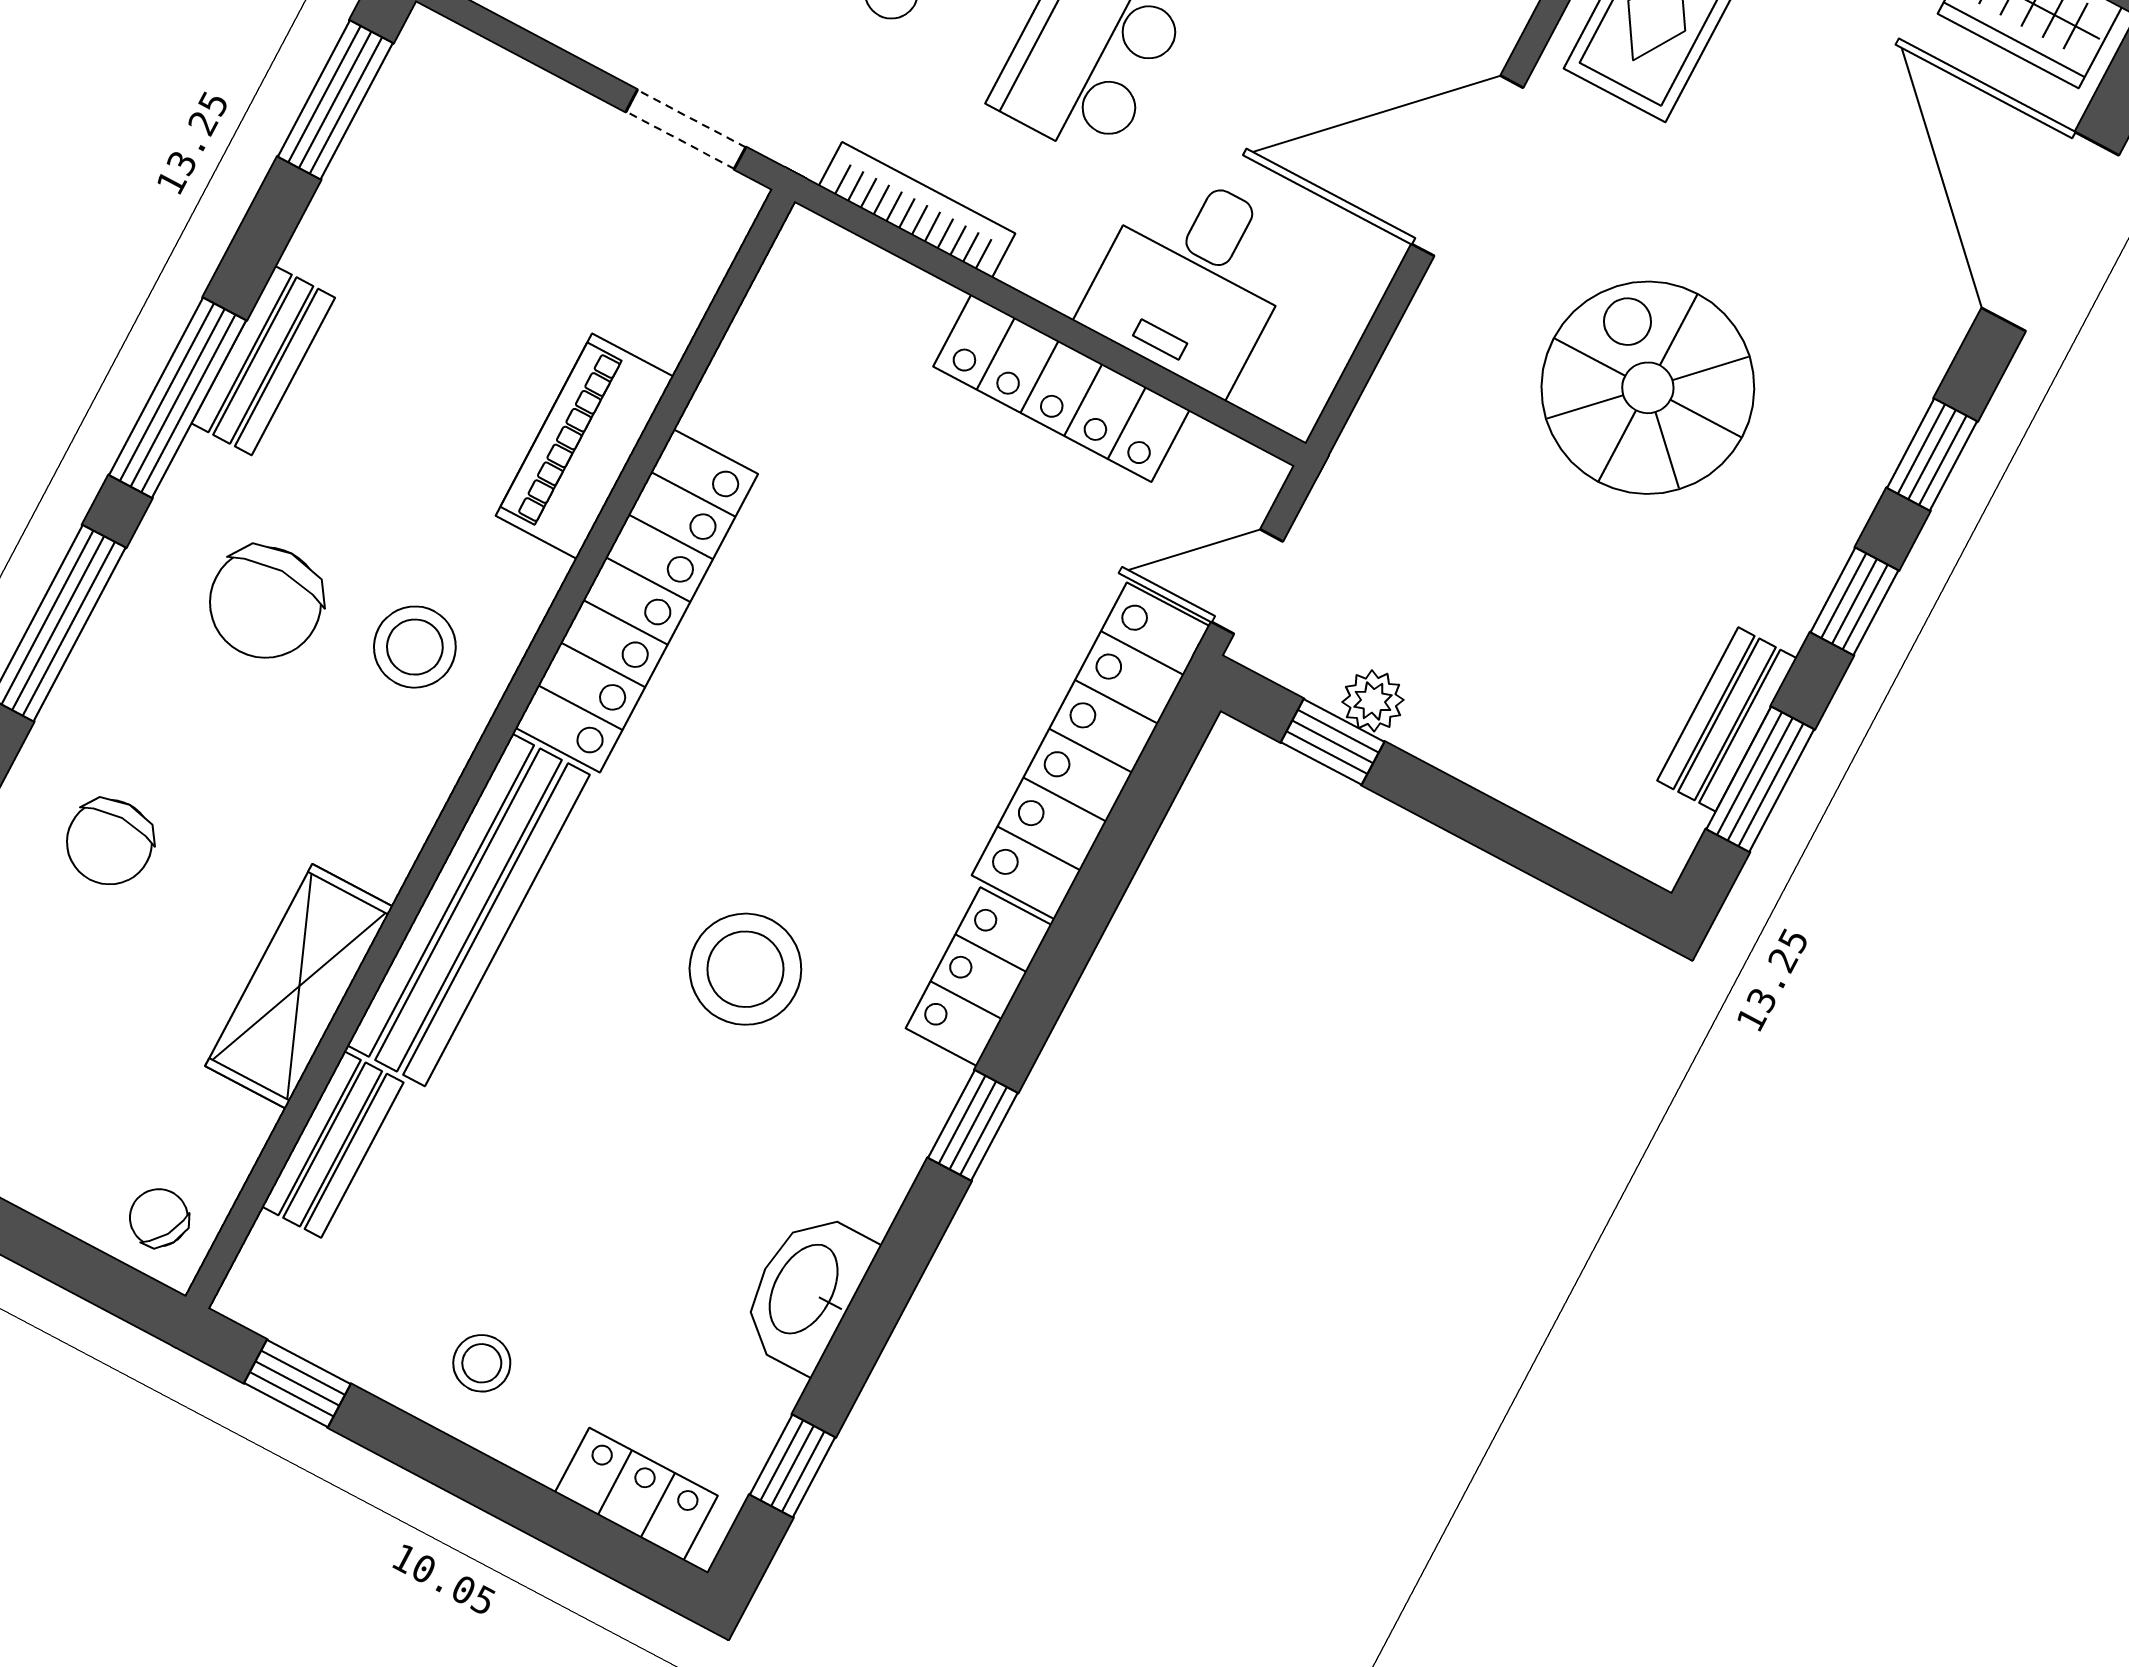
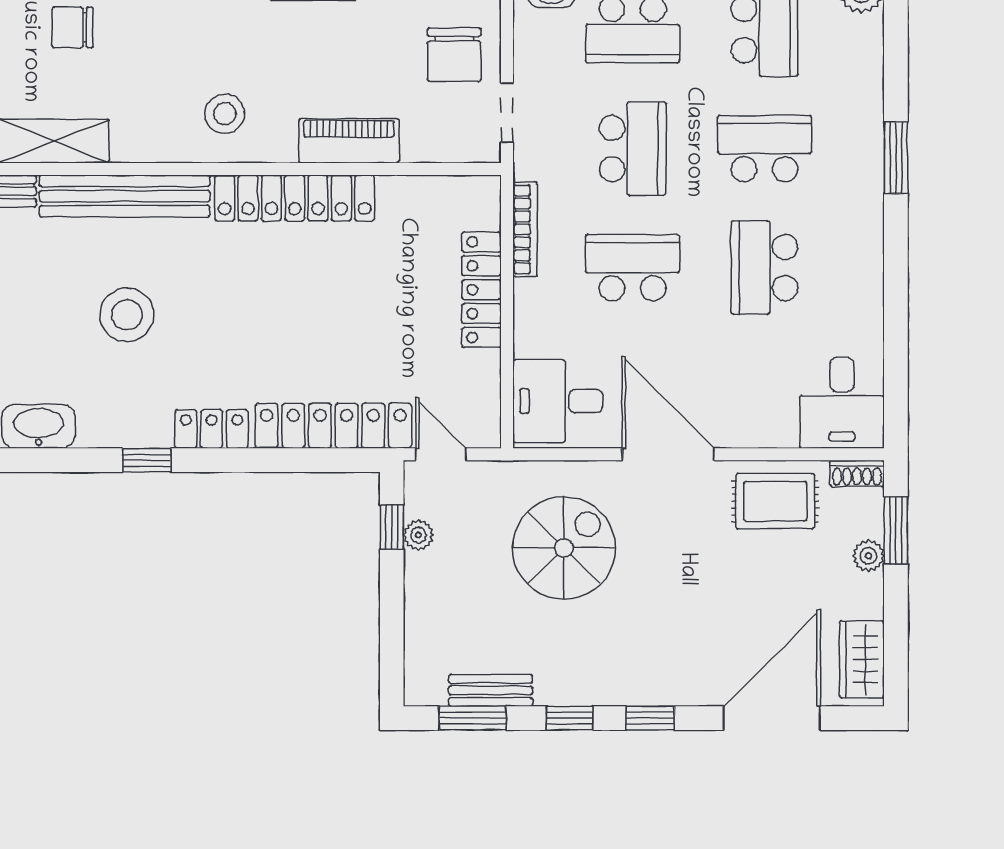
desk: (1192, 279) -> (558, 401), moved
locker: (1061, 388) -> (481, 290), moved
spiral stairs: (1648, 388) -> (564, 548), moved
chair: (265, 602) -> (454, 55), moved, turned -90
stool: (745, 969) -> (127, 315), moved

